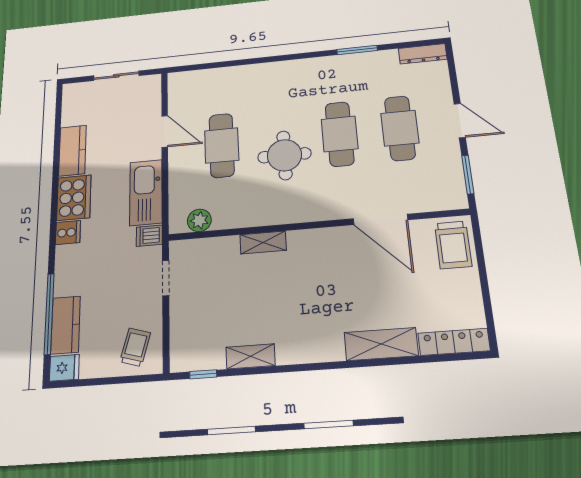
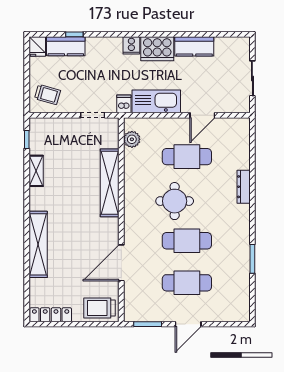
dresser: (423, 54) -> (244, 187), moved
shelving: (263, 242) -> (110, 183), width x2.20, depth x1.33
window: (49, 314) -> (74, 34), width x0.32
locker: (454, 342) -> (51, 315), moved, turned -90
shelving: (381, 344) -> (38, 244), width x1.47

